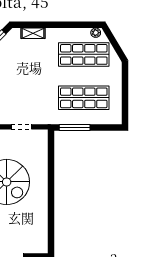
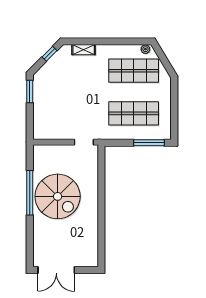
doorway: (21, 127) -> (84, 142), moved
window: (75, 127) -> (149, 143), moved

